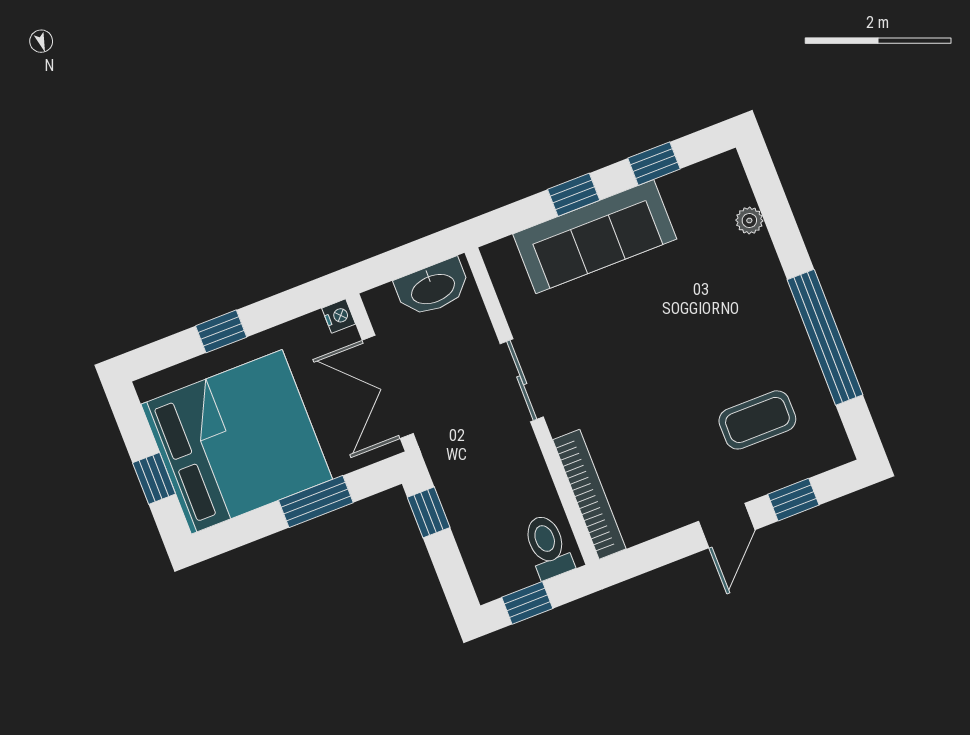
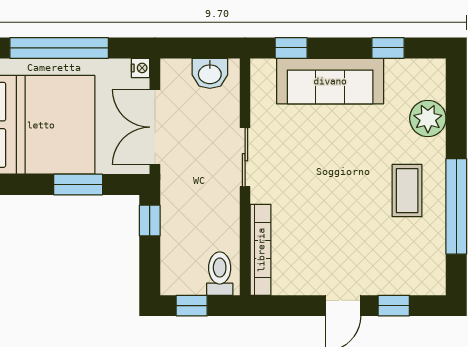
window: (574, 195) -> (291, 48), moved
plant: (749, 220) -> (428, 118), width x1.88, depth x1.88
washbasin: (433, 288) -> (210, 73), width x0.72
window: (221, 331) -> (59, 48), width x3.17
coffee table: (757, 420) -> (407, 191), moved, turned 90

